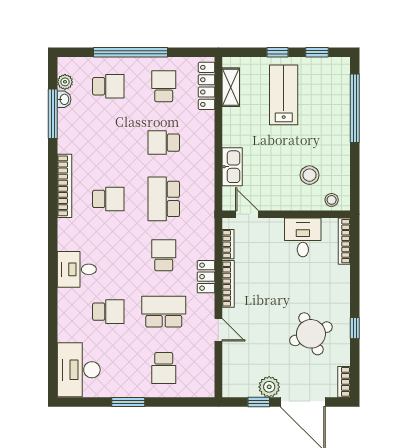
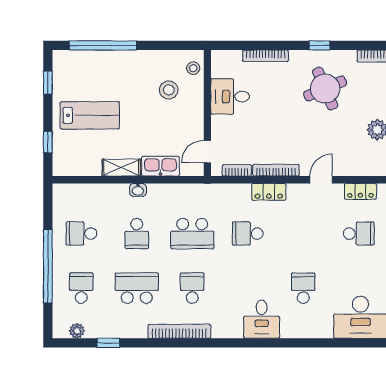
window: (278, 52) -> (48, 142), moved
locker: (207, 86) -> (360, 191), moved, width x0.66
shelving: (231, 87) -> (121, 168), moved
lab bench: (284, 95) -> (90, 115), turned 180
washbasin: (64, 99) -> (138, 190), moved, turned 180
window: (53, 114) -> (108, 343), width x0.46
bookcase: (344, 241) -> (265, 56), moved
school desk: (164, 312) -> (137, 288), moved, turned 90

